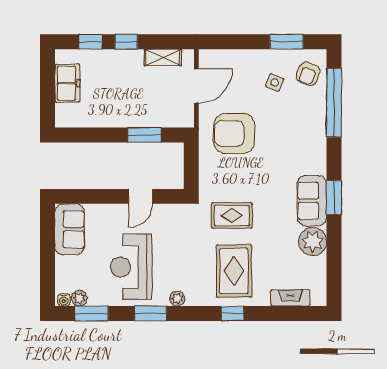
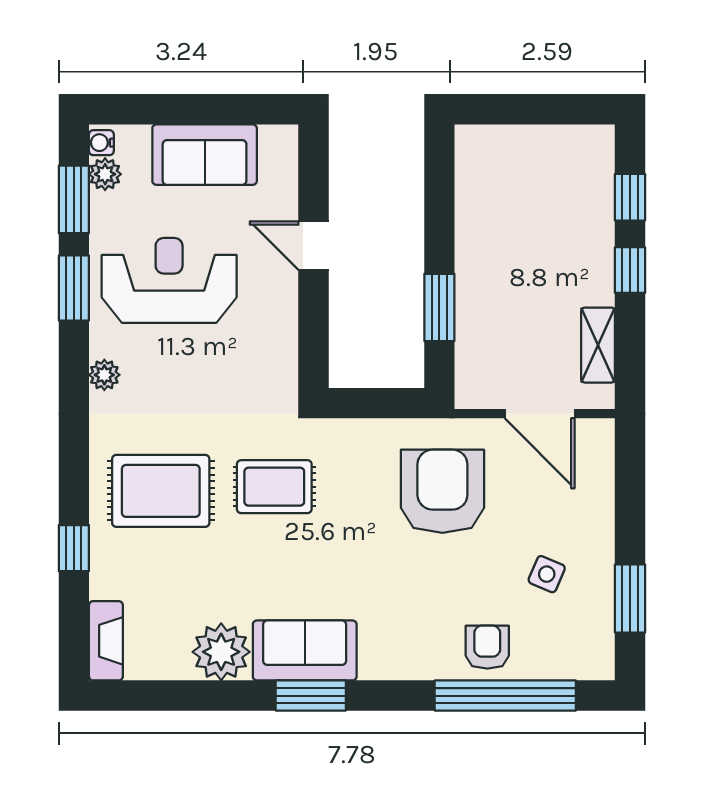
armchair: (308, 74) -> (487, 647), moved, turned 68
freezer: (67, 83) -> (545, 150), removed
door: (141, 196) -> (314, 246), moved
rug: (232, 216) -> (274, 487), turned 90
sofa: (70, 229) -> (205, 155), moved
fireplace: (290, 298) -> (106, 641), moved
window: (151, 313) -> (74, 288), moved
window: (233, 313) -> (74, 548), moved

